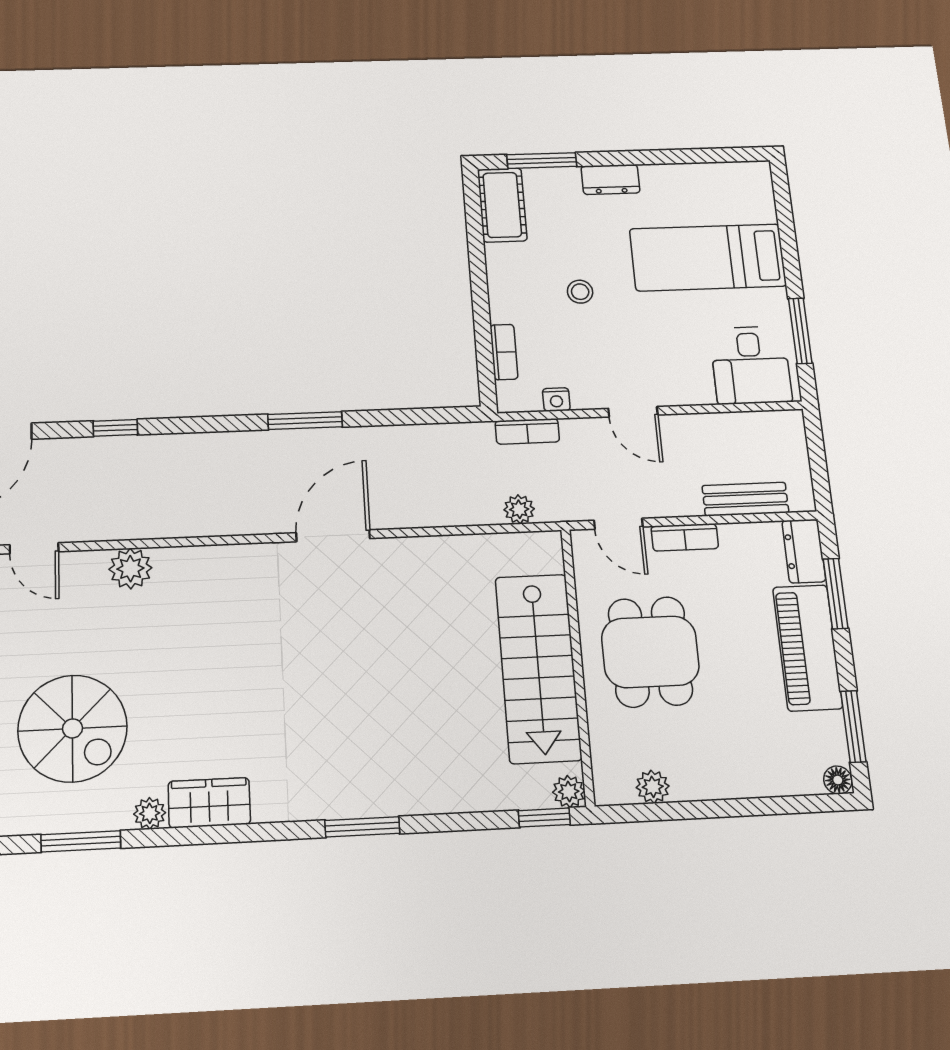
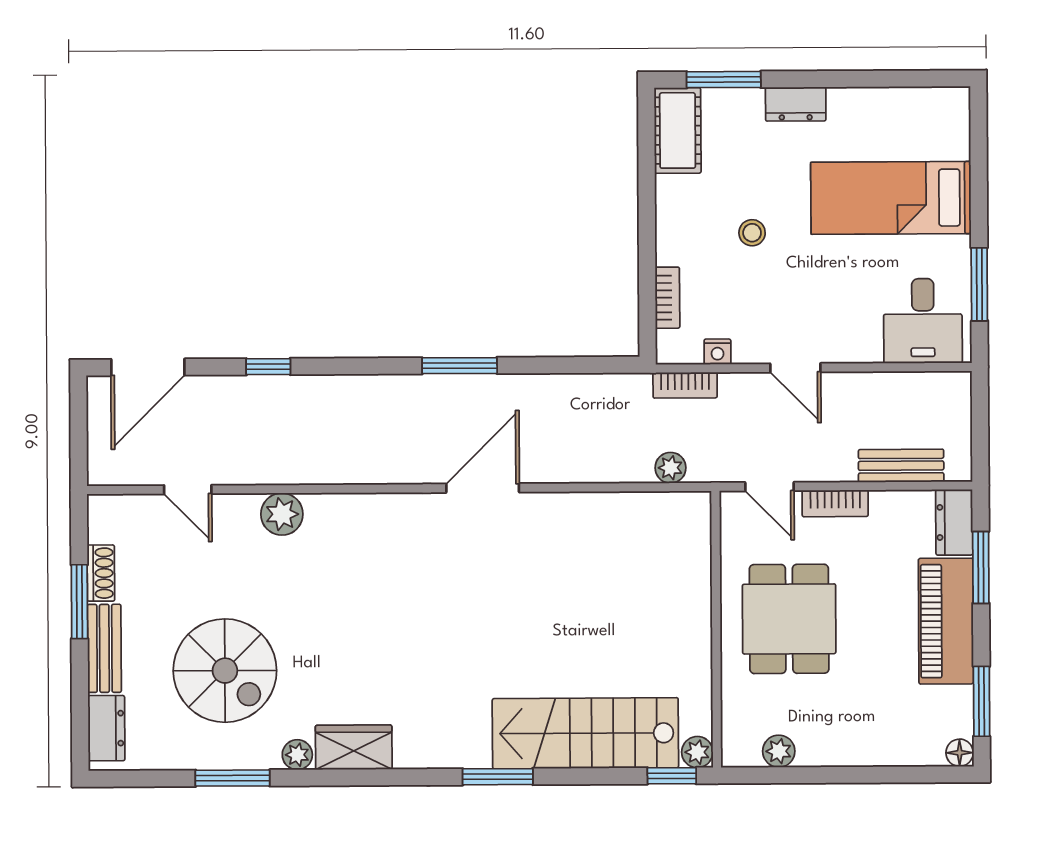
stairs: (538, 668) -> (585, 733), moved, turned 90

